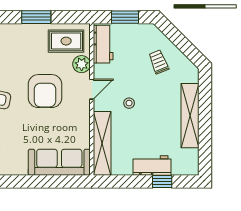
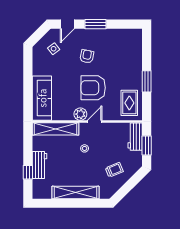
workbench: (103, 44) -> (135, 137), moved, turned 90
plant: (82, 64) -> (80, 114), moved
door: (92, 89) -> (95, 122), swing flipped

